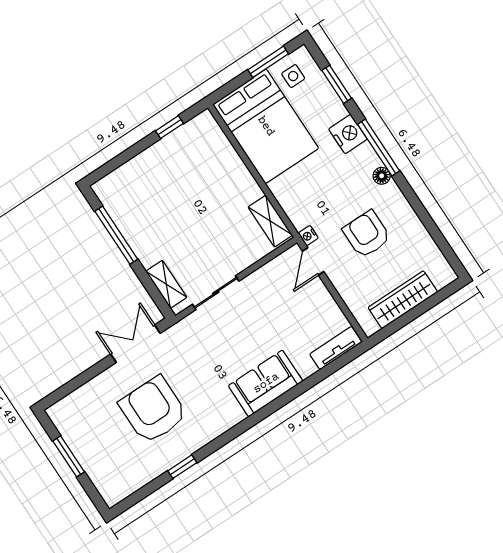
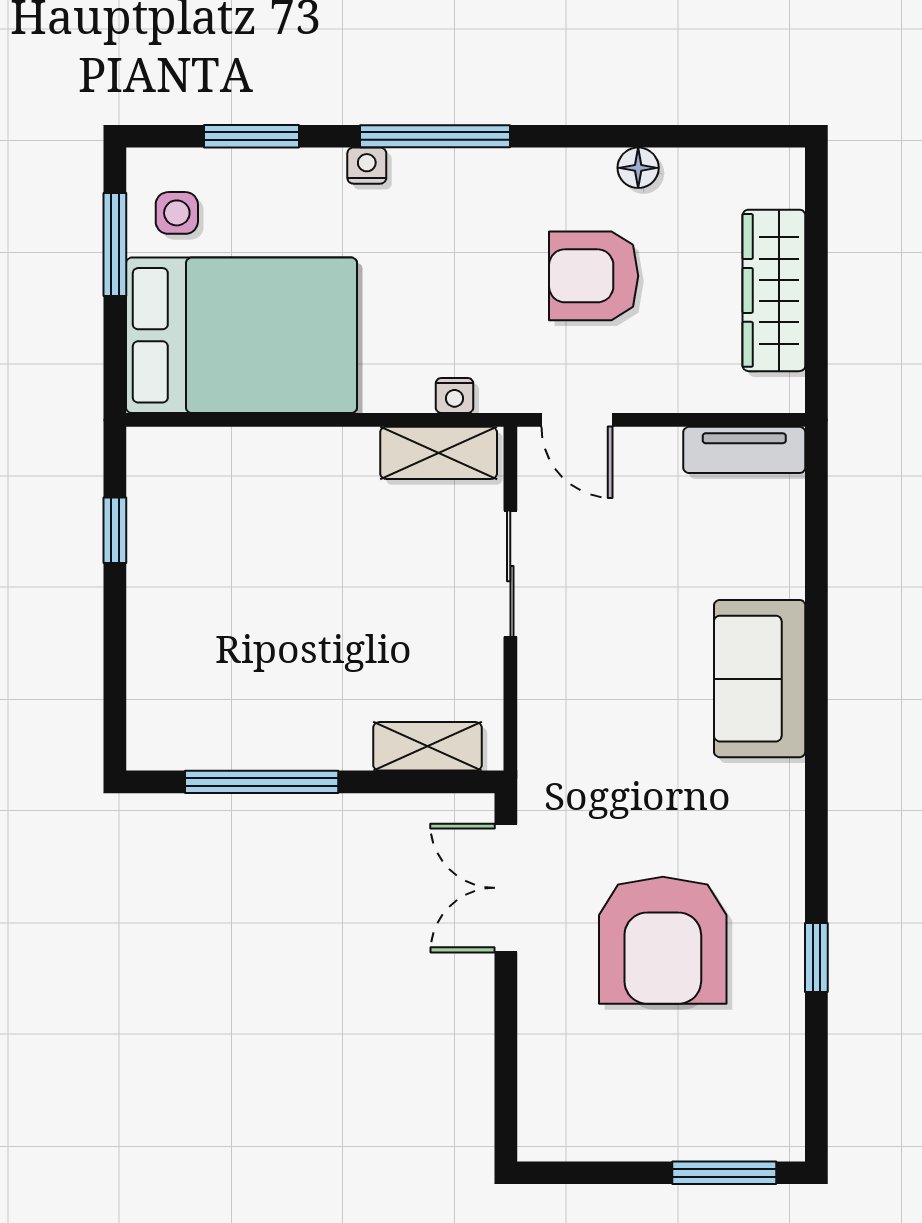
nightstand: (348, 134) -> (367, 166), width x0.53, depth x0.56
floor lamp: (382, 176) -> (638, 168), moved
nightstand: (308, 236) -> (455, 396), moved
sliding door: (216, 293) -> (510, 574), moved
tv unit: (336, 348) -> (744, 450), moved, turned -90
armchair: (153, 410) -> (663, 940), turned -90
window: (69, 456) -> (724, 1173), moved

